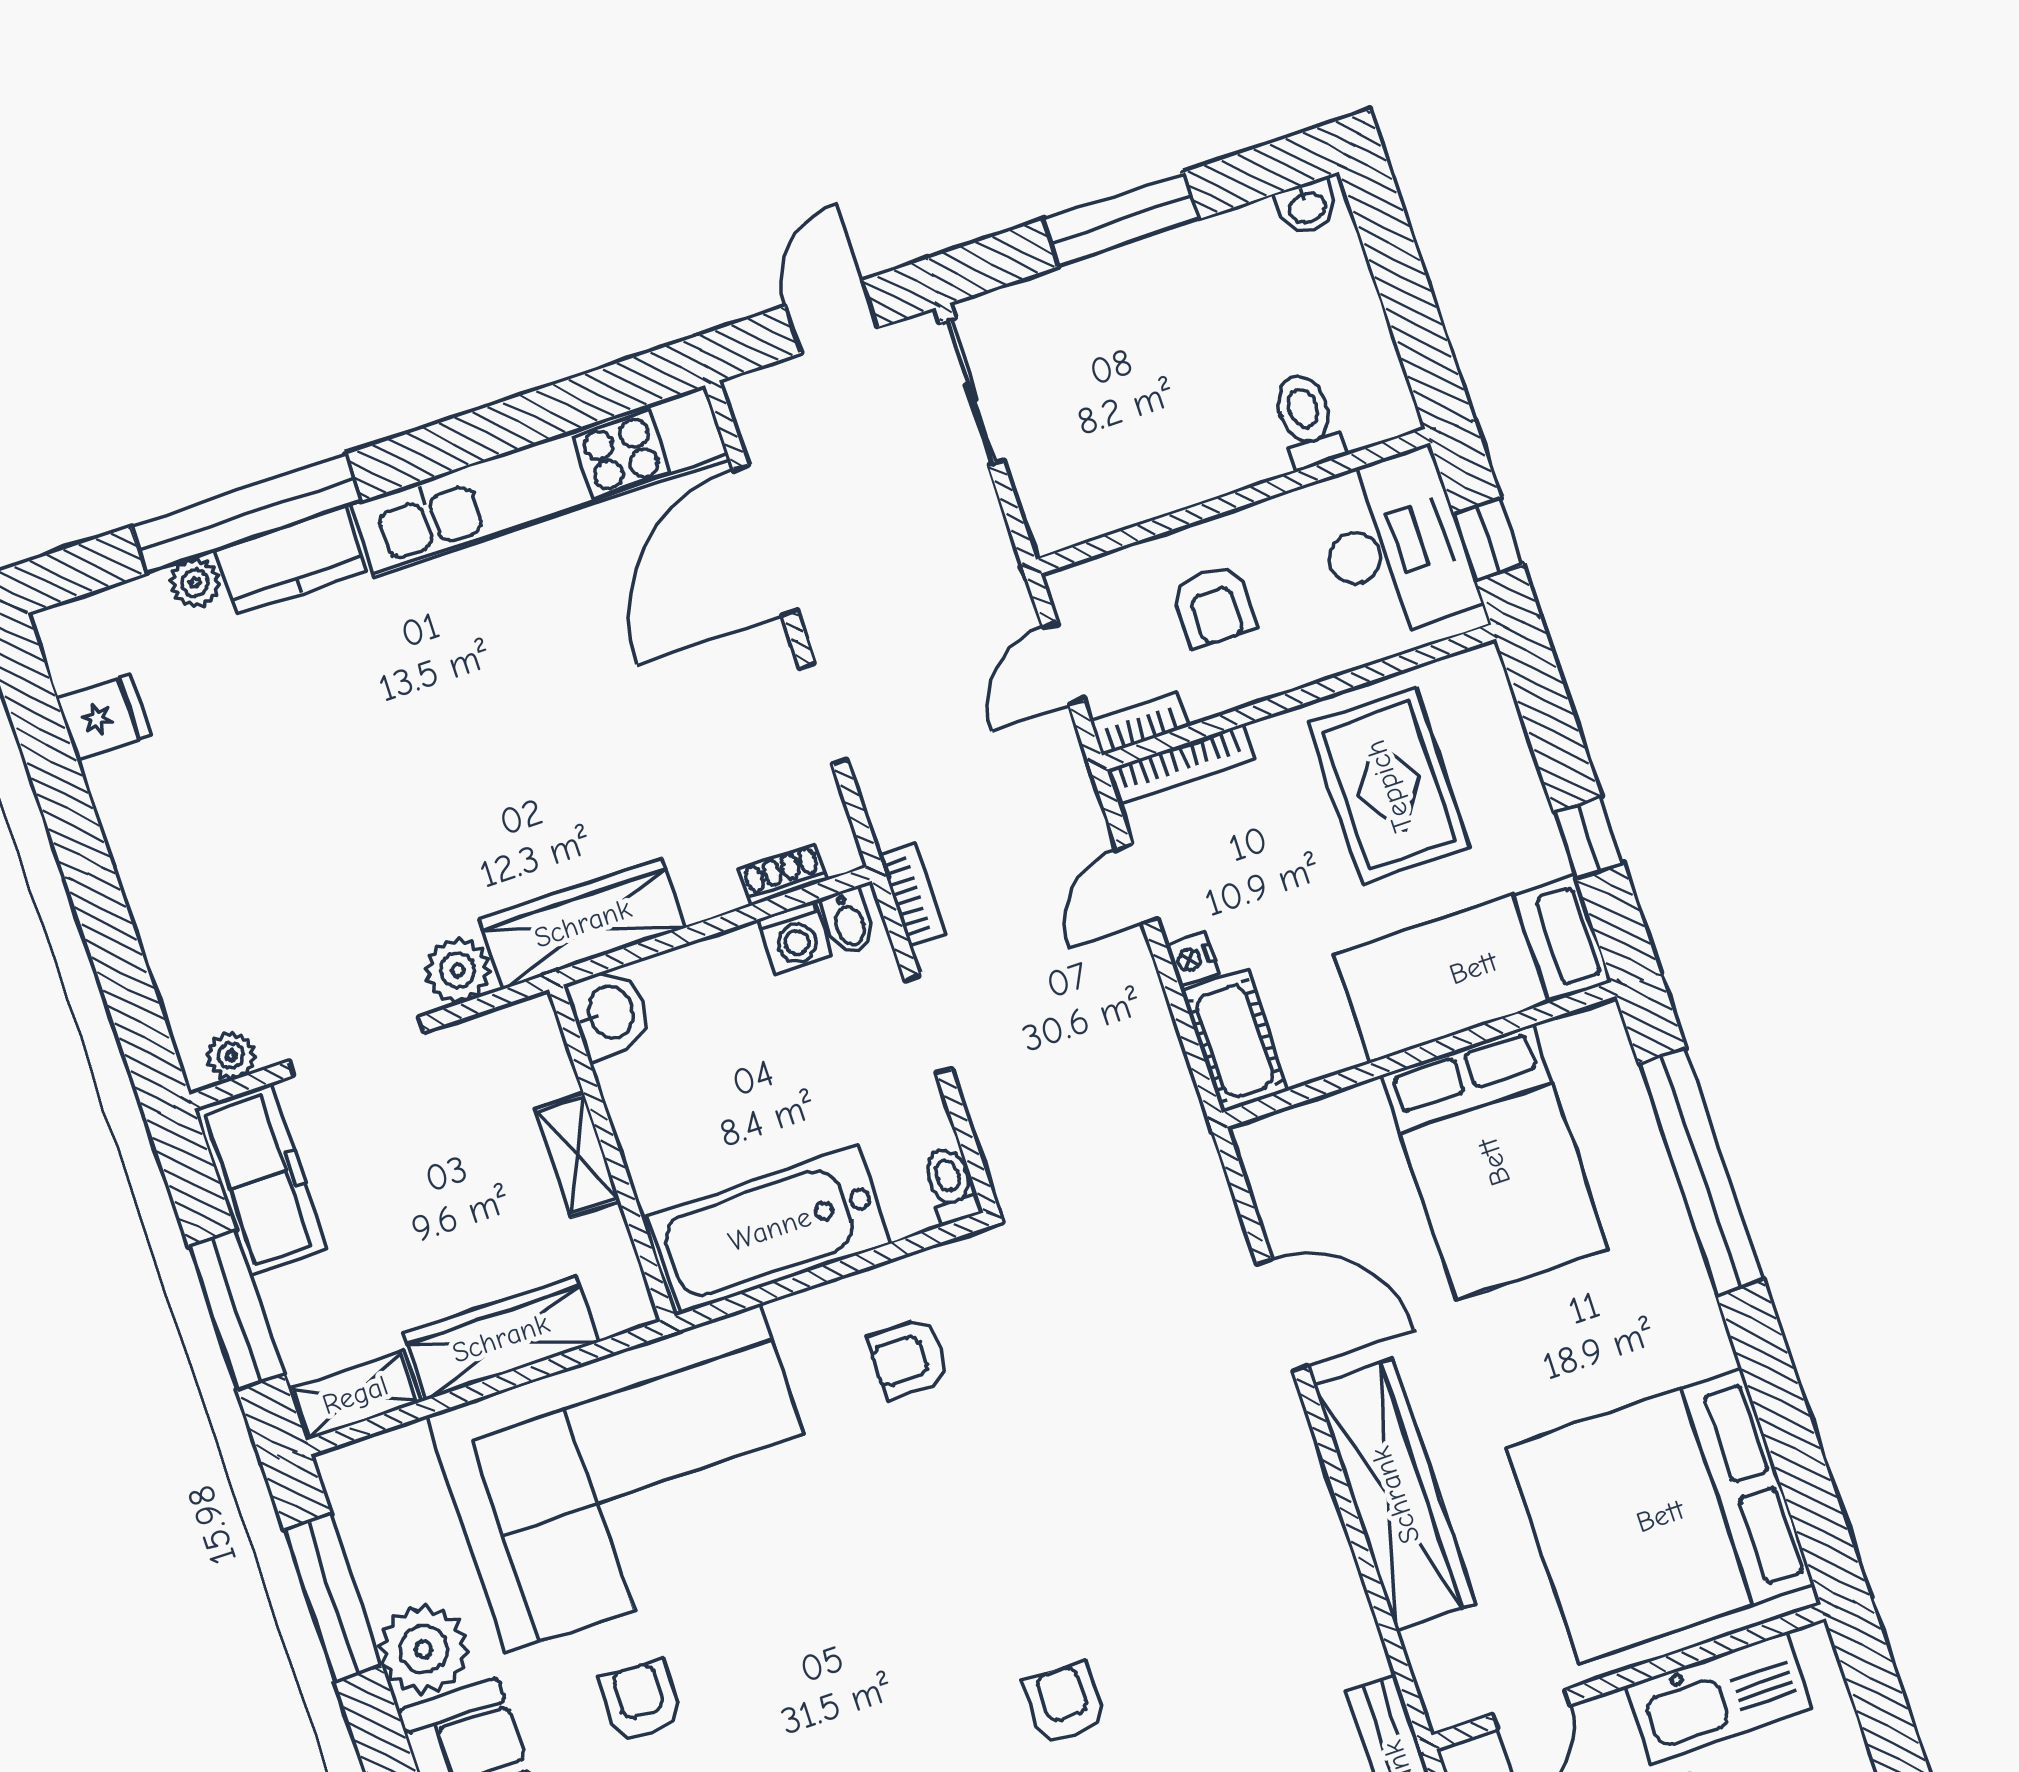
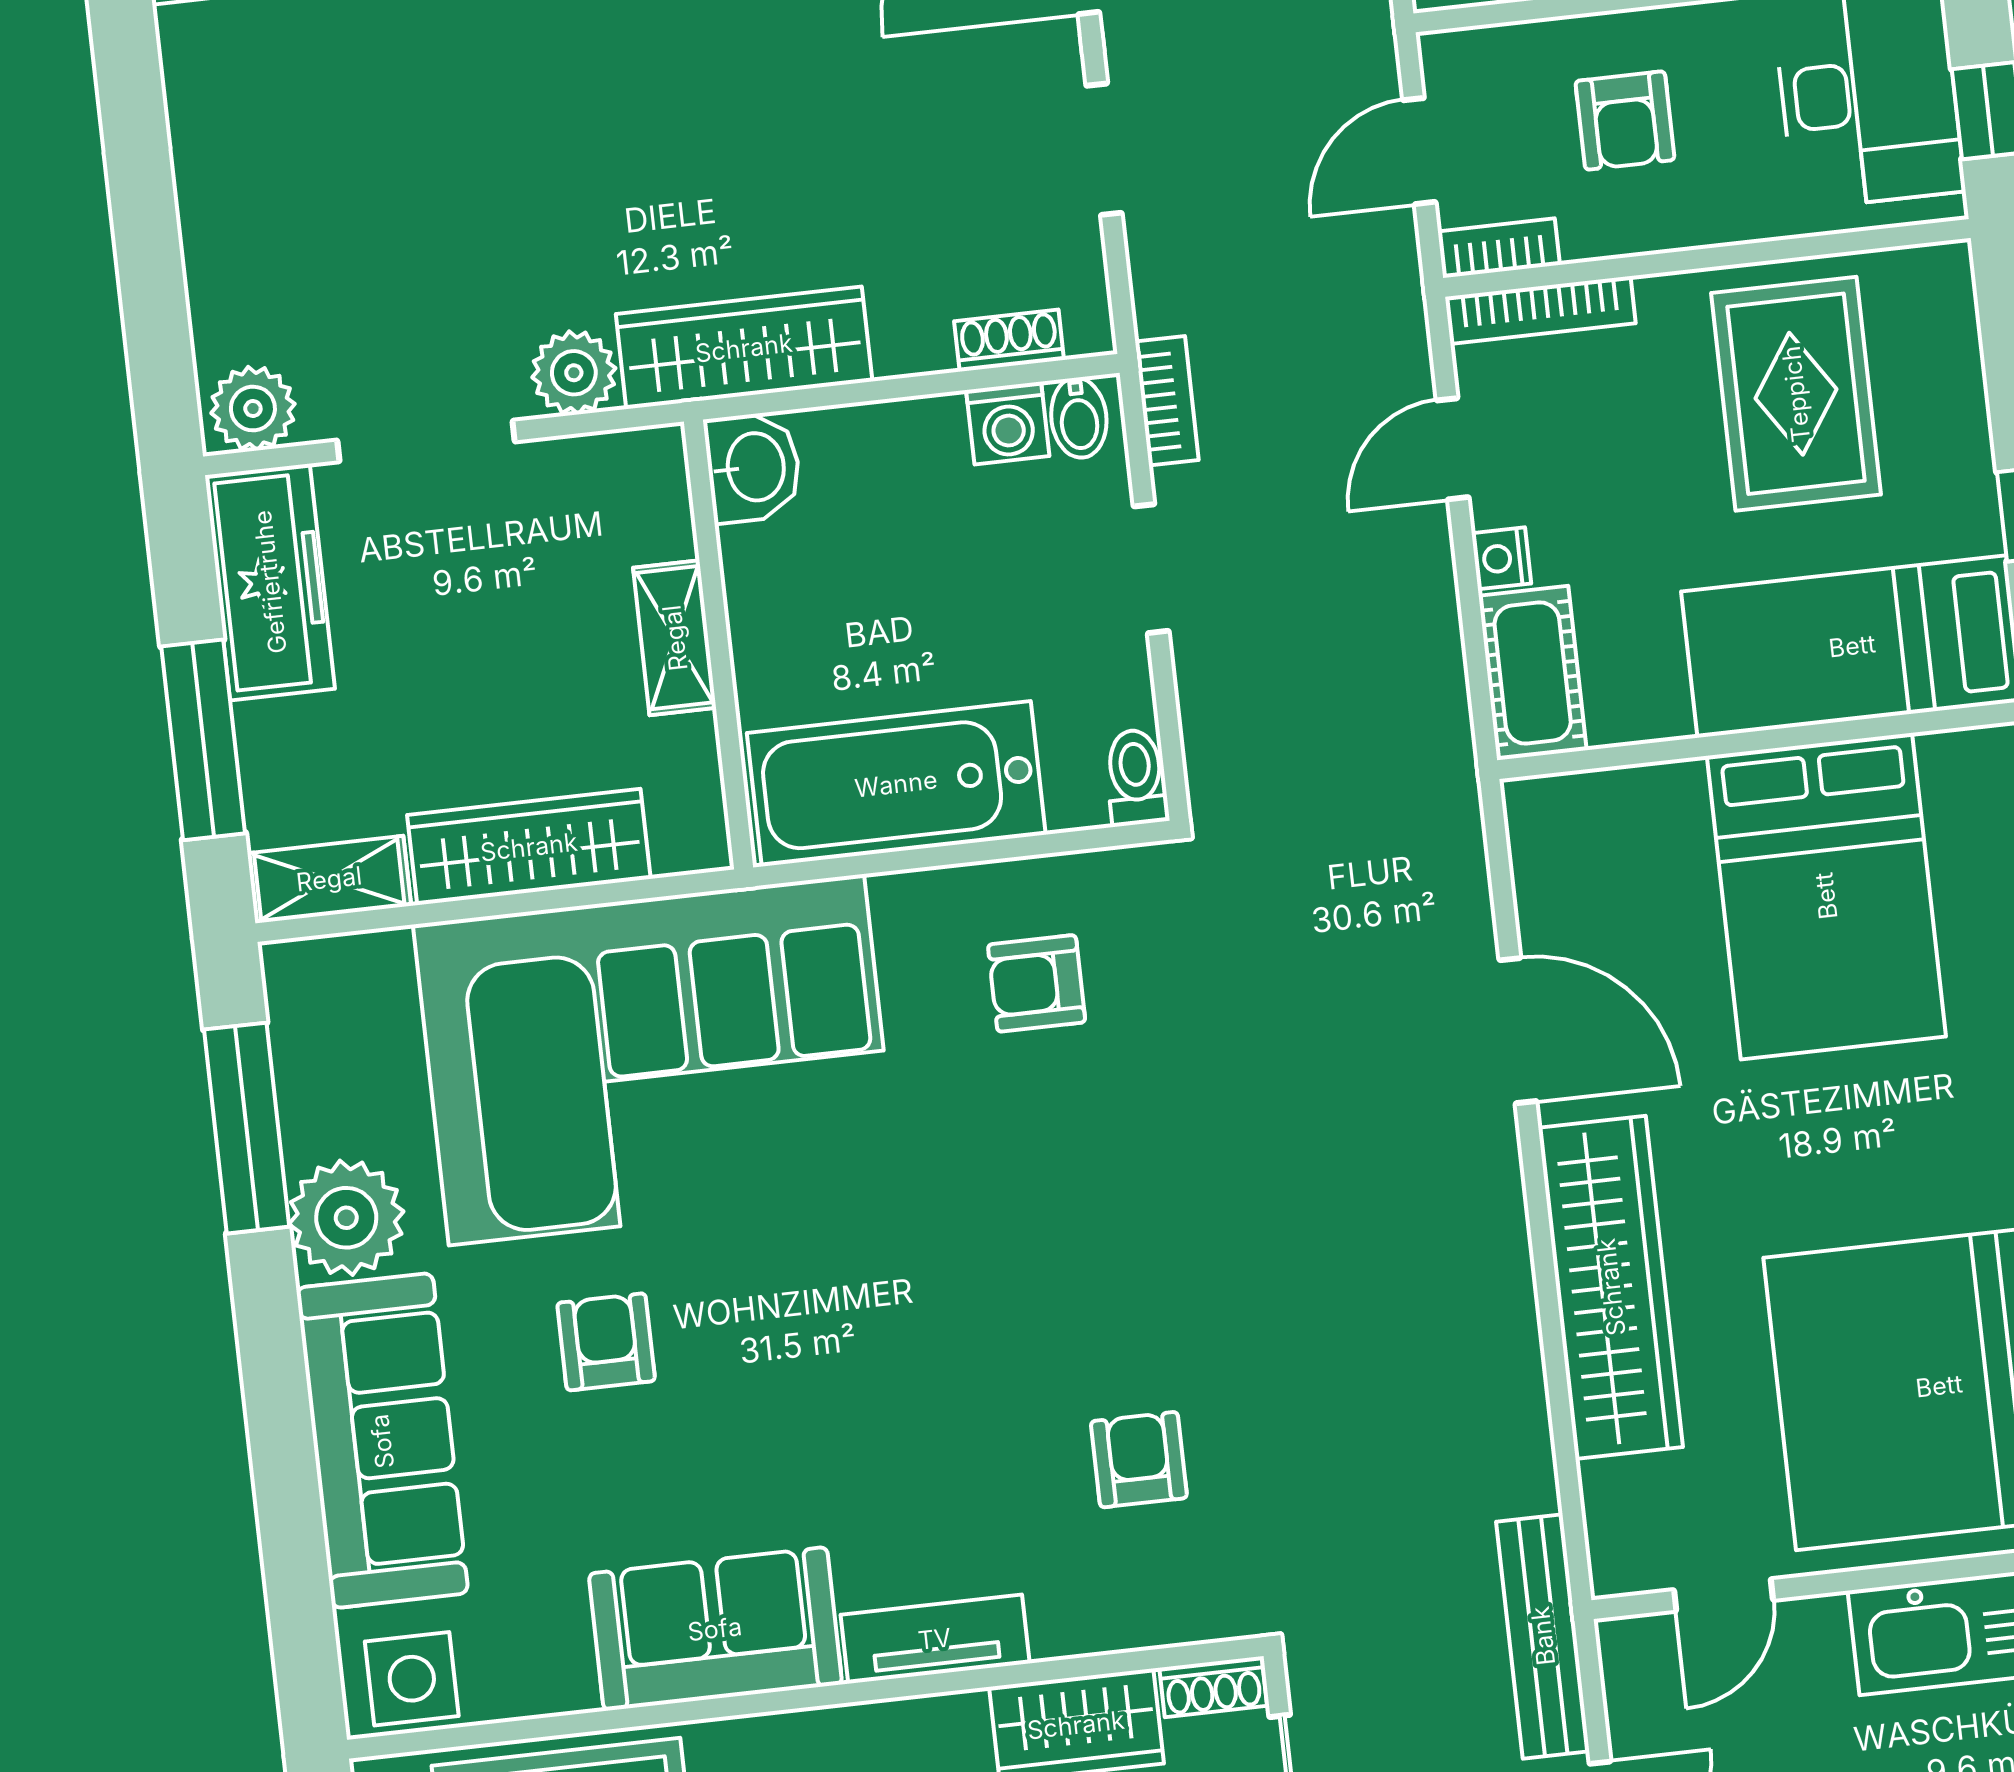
plant: (231, 1056) -> (253, 409), width x1.38, depth x1.38

